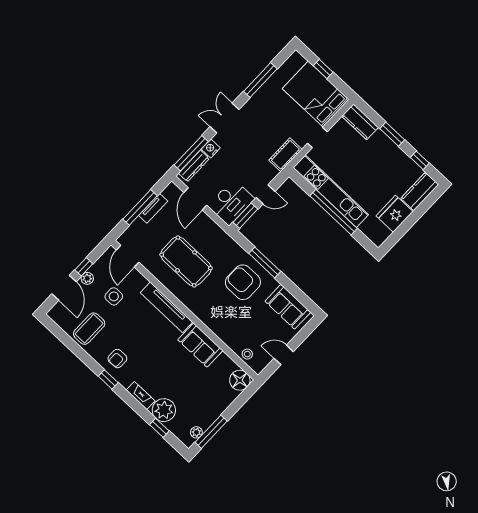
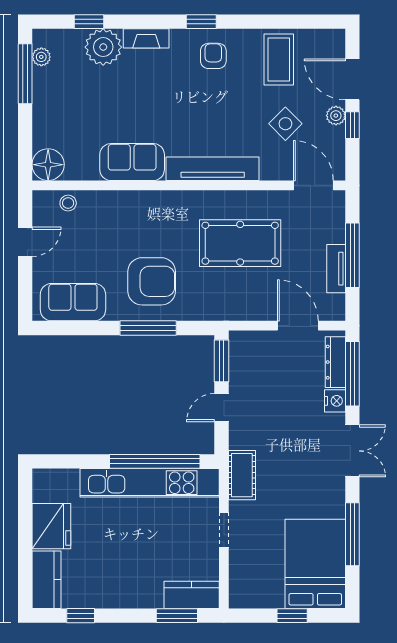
bed: (316, 94) -> (315, 564), moved, turned -90
window: (392, 134) -> (177, 616), moved
desk: (231, 202) -> (252, 361), removed
window: (333, 212) -> (155, 461), moved
side table: (114, 296) -> (285, 124), turned 45

